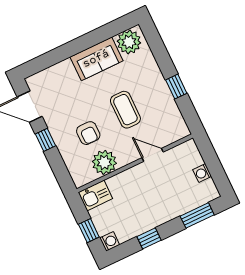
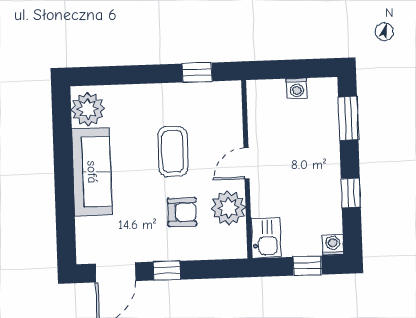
sofa: (96, 59) -> (92, 172), width x1.36
window: (176, 87) -> (197, 72), moved
coffee table: (125, 110) -> (173, 151), turned 90
door: (153, 155) -> (247, 163), moved

